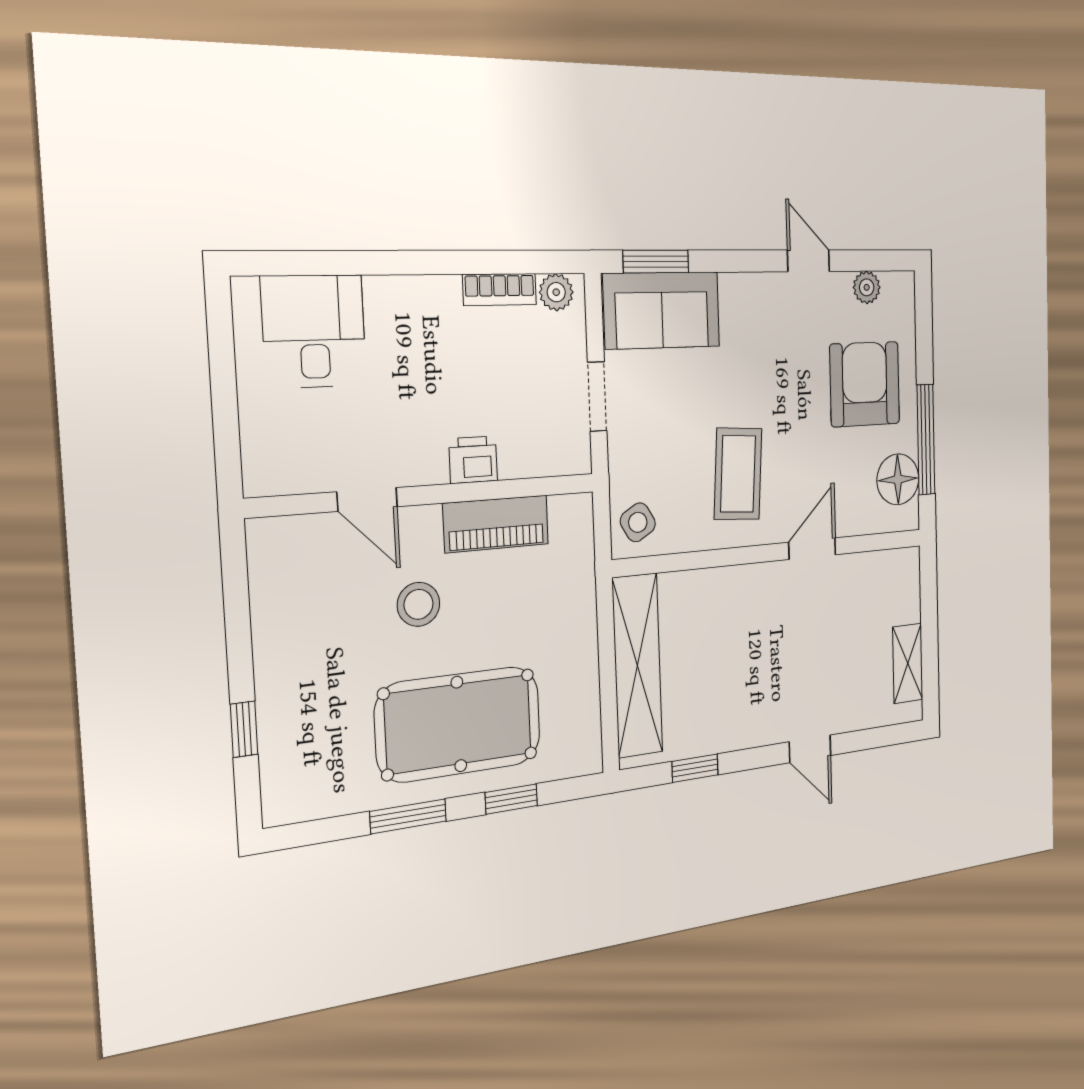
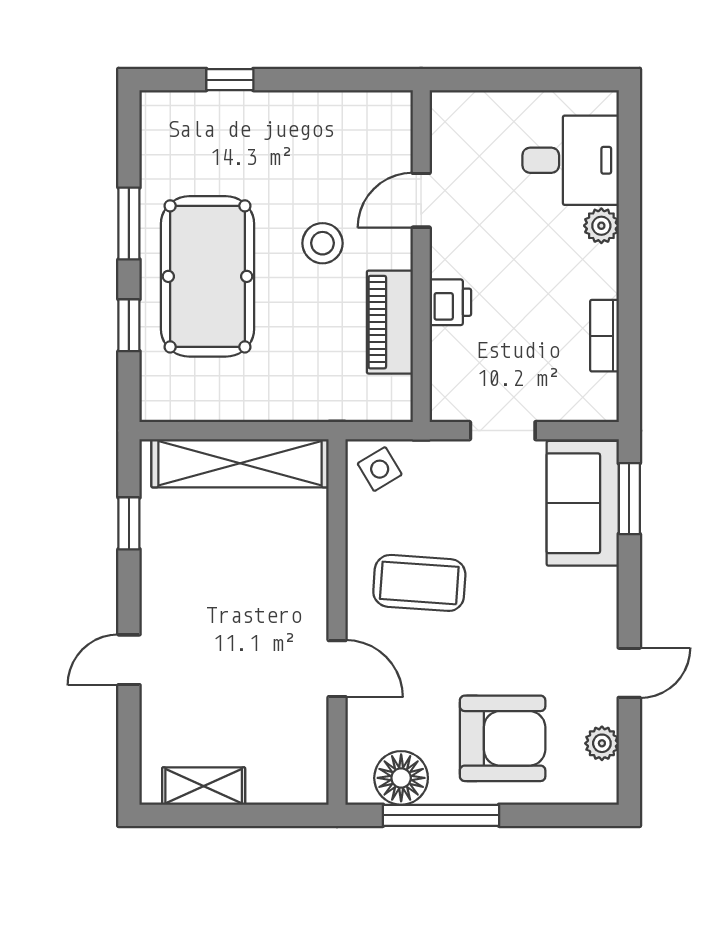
plant: (556, 292) -> (601, 226), moved

